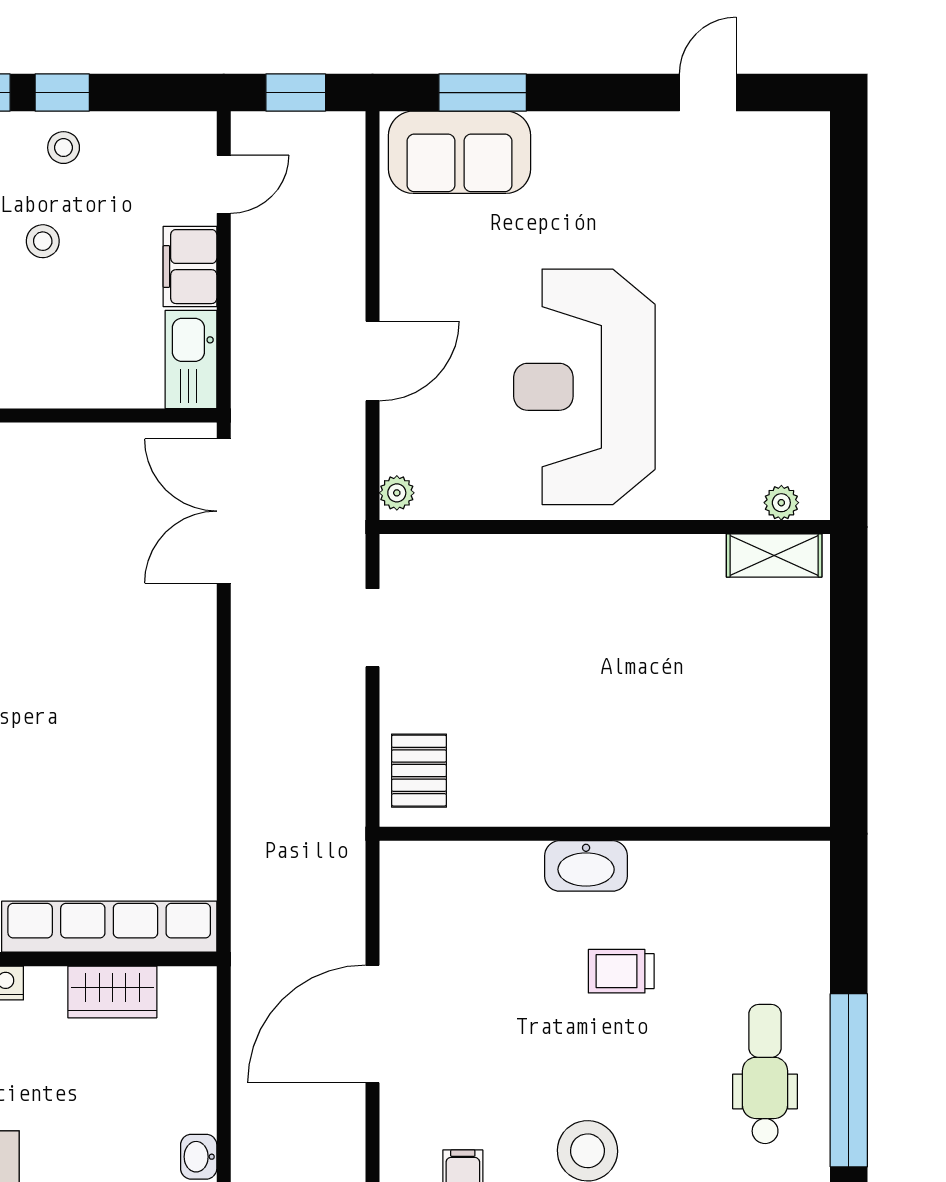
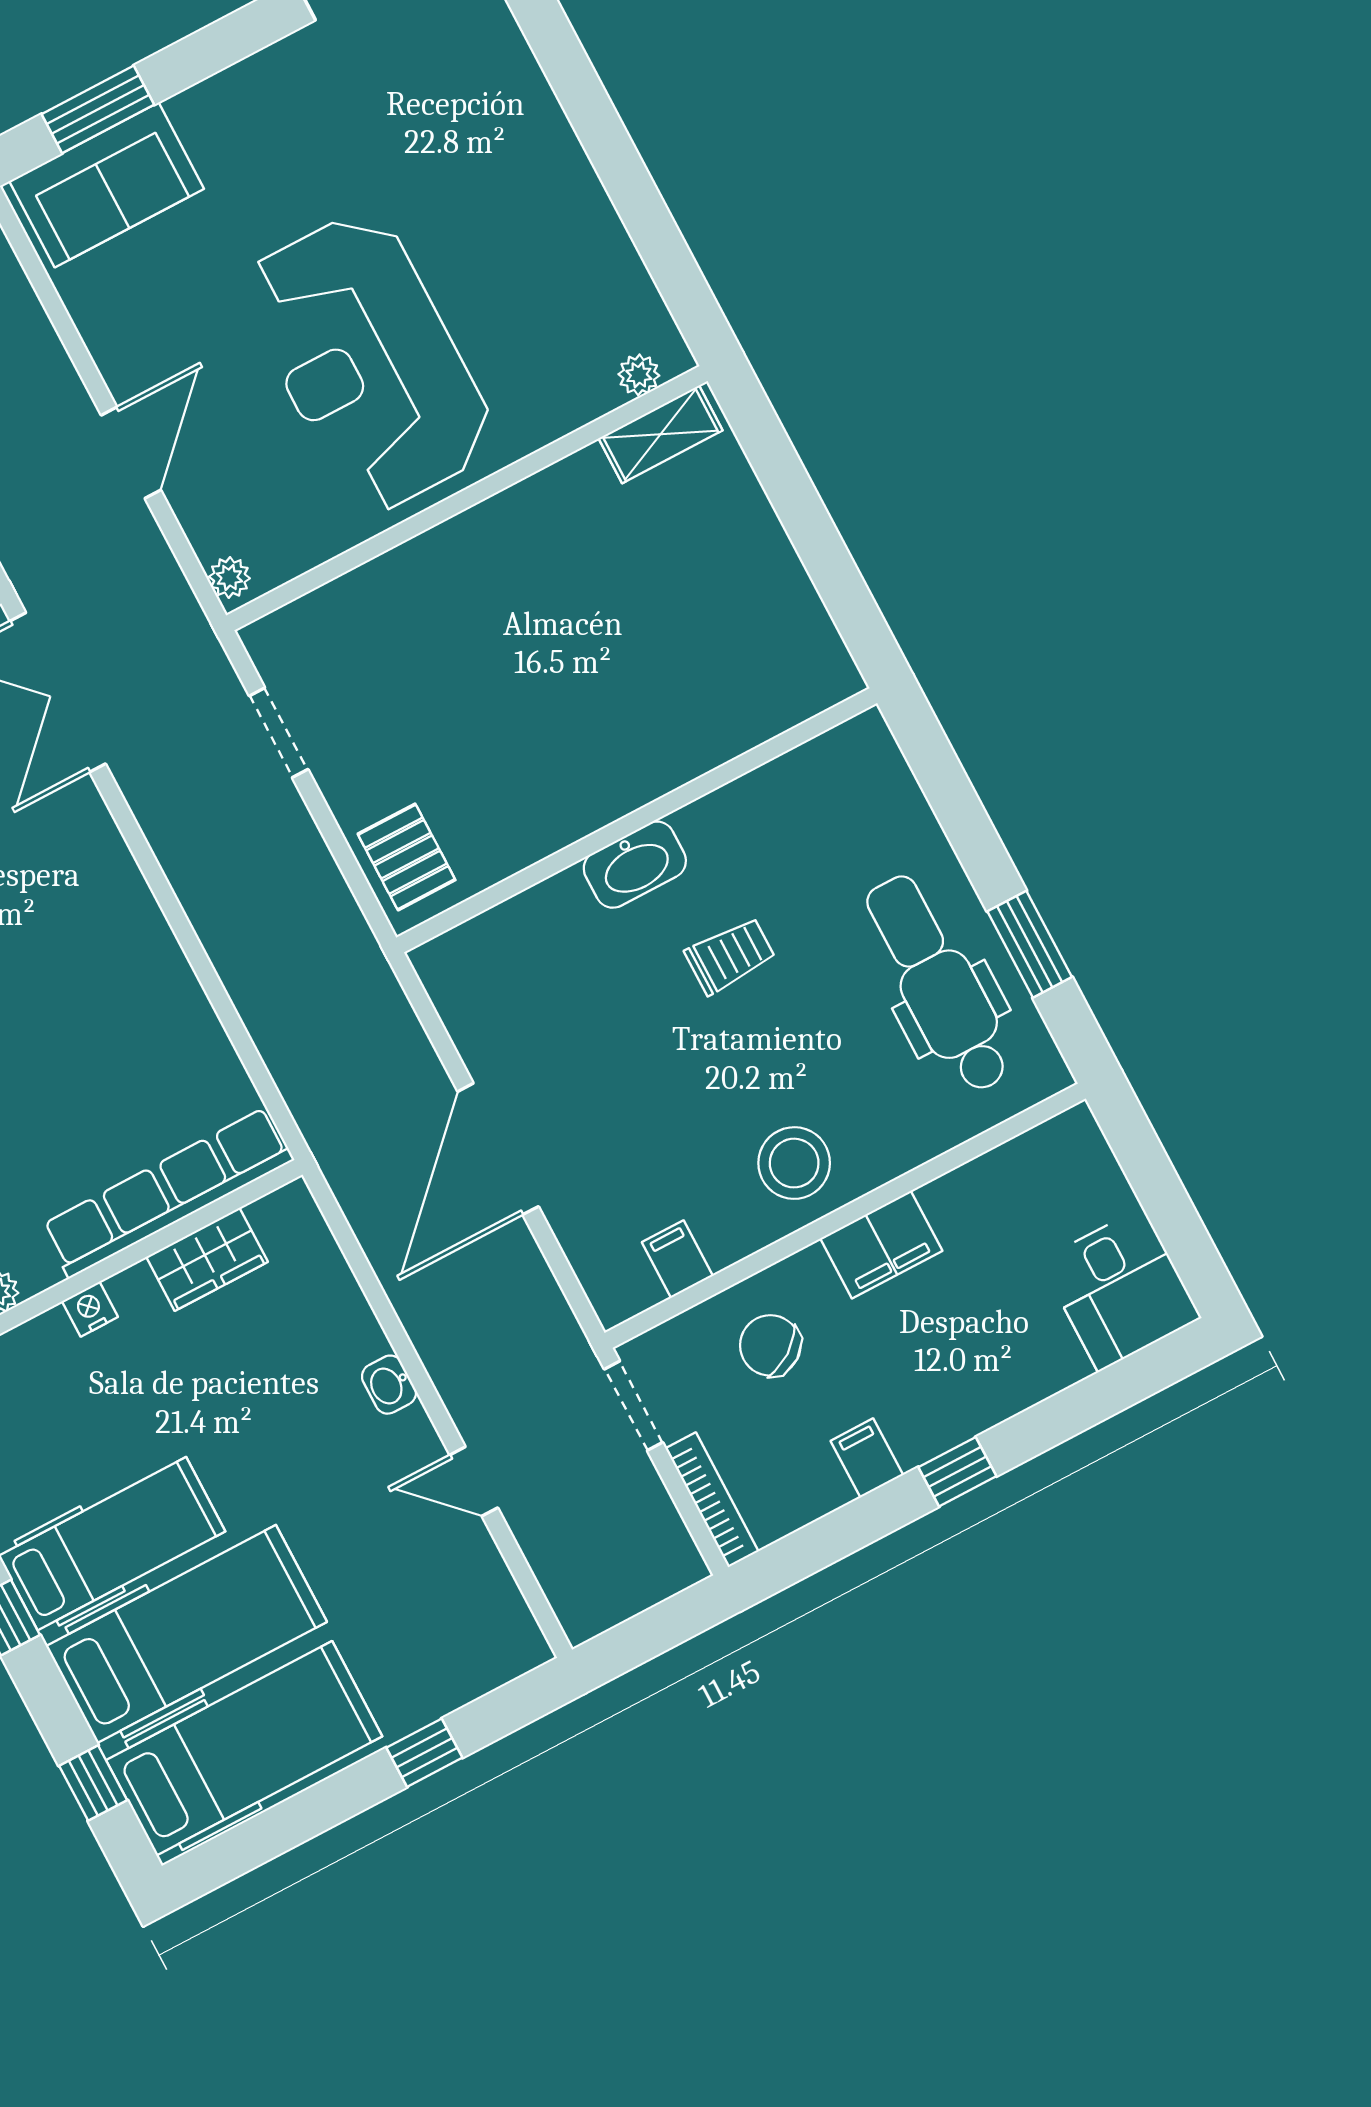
trolley: (621, 971) -> (730, 956), turned 180
dental chair: (765, 1074) -> (938, 984), width x1.36, depth x1.38
window: (849, 1080) -> (1030, 944), width x0.47

